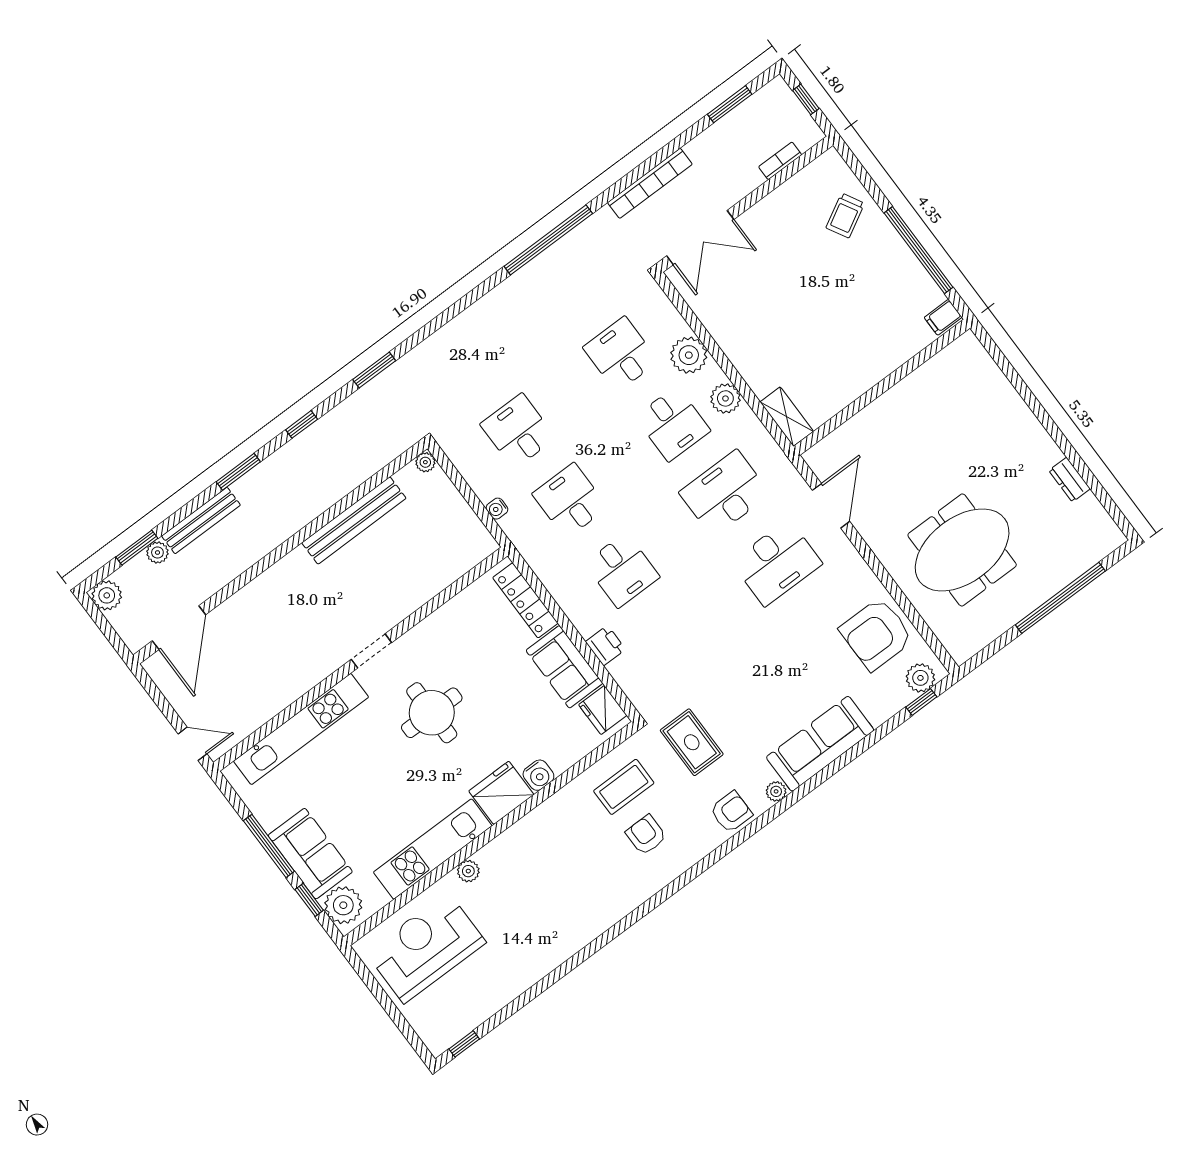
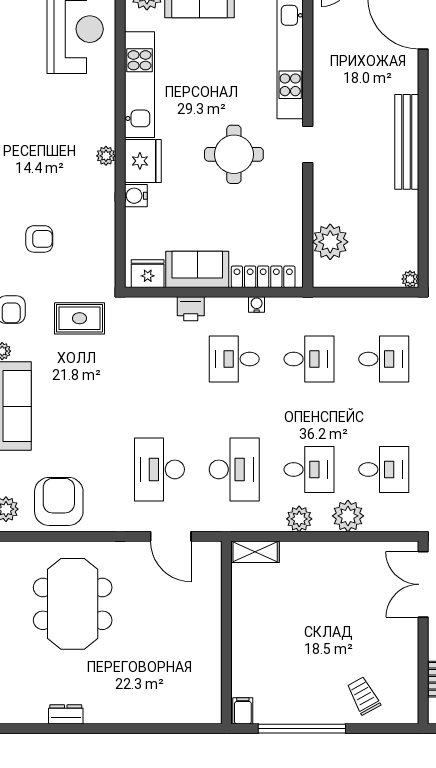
desk: (673, 424) -> (309, 469), turned 180
water cooler: (497, 509) -> (257, 305), moved
bench: (354, 520) -> (407, 142), moved
plant: (446, 562) -> (330, 242), added
coffee table: (624, 787) -> (84, 248), removed
plant: (468, 871) -> (106, 156), moved

